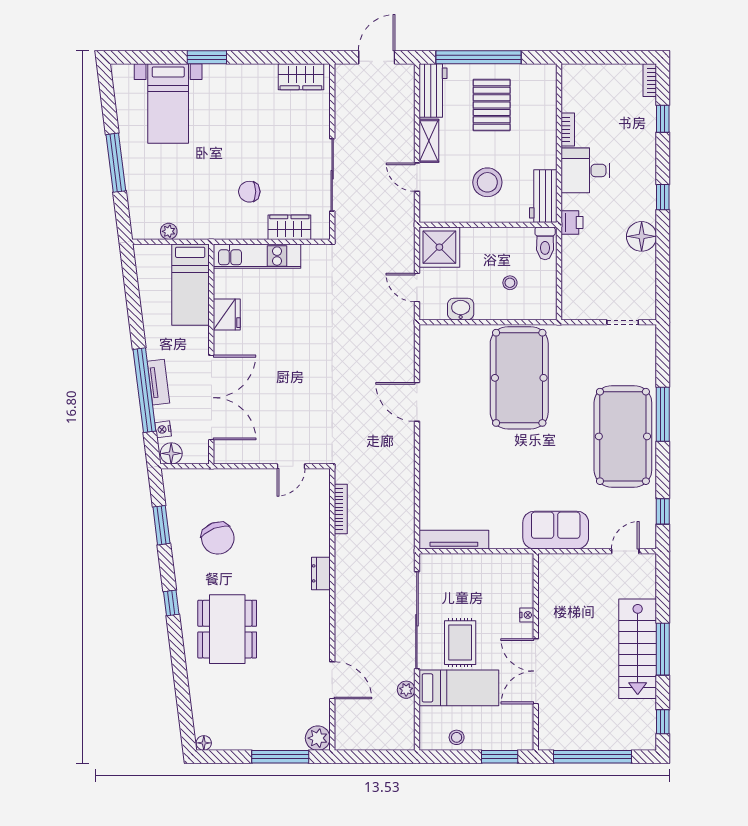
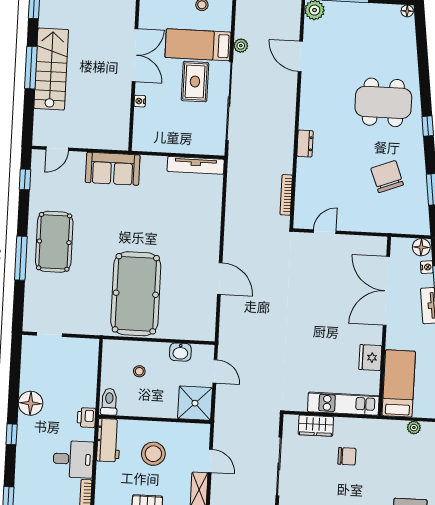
pool table: (623, 436) -> (54, 242), width x0.73, depth x0.76
dining table: (227, 629) -> (383, 102), turned 90

